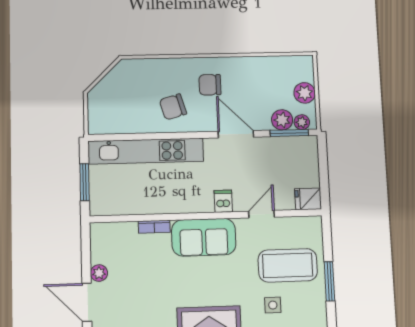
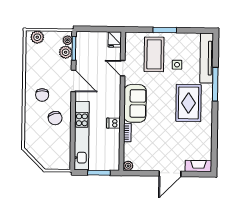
plant: (305, 93) -> (37, 37), moved
door: (236, 134) -> (73, 81), swing flipped
dishwasher: (223, 201) -> (113, 123), moved
plant: (99, 273) -> (128, 166), moved

